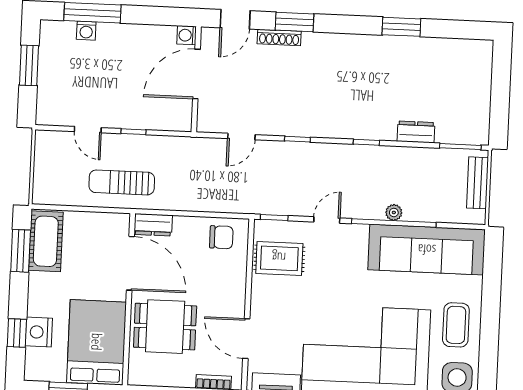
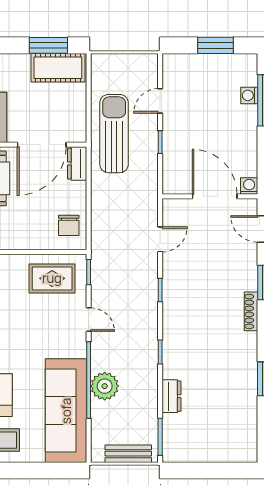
shoe rack: (279, 37) -> (251, 311), moved
door: (241, 137) -> (160, 239), swing flipped
sun lounger: (122, 182) -> (114, 134), width x1.36, depth x1.34
plant: (394, 212) -> (105, 386), width x1.88, depth x1.88
rug: (279, 258) -> (52, 278), turned 90

